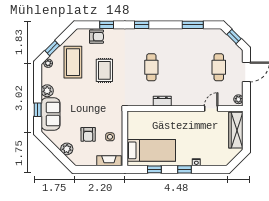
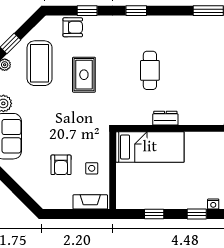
plant: (67, 149) -> (31, 185), removed
bed: (151, 150) -> (150, 147), moved

